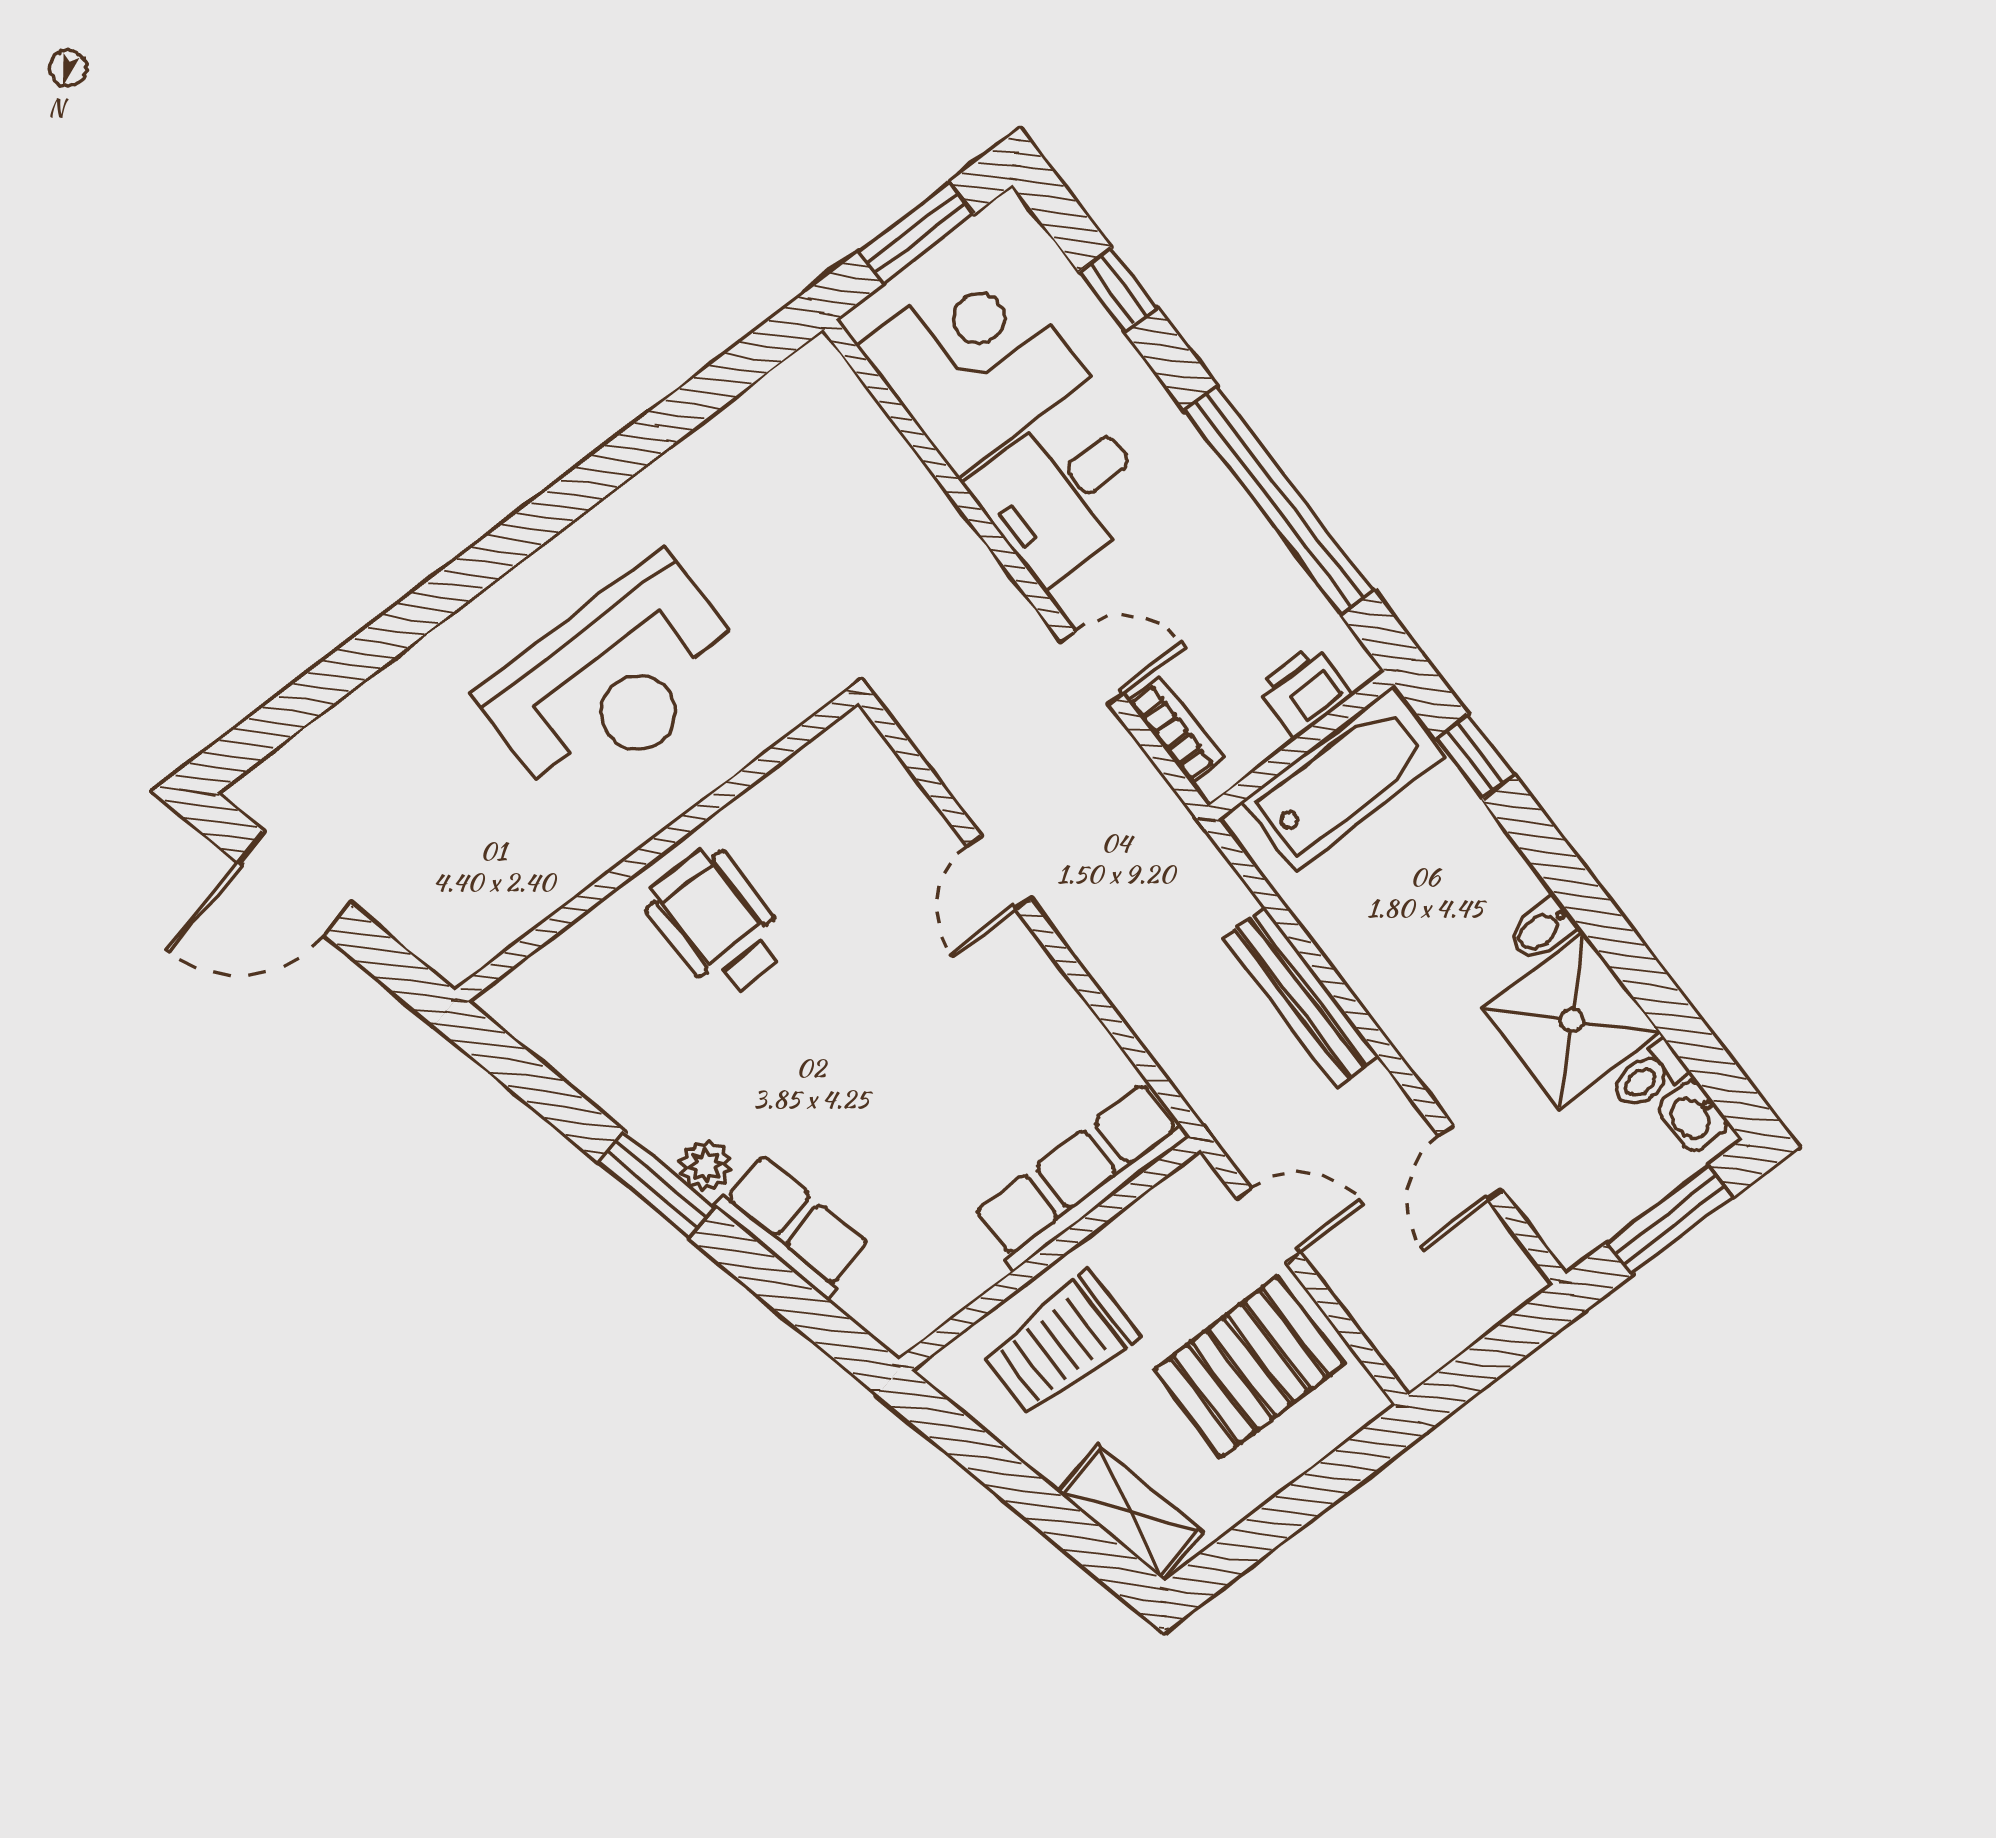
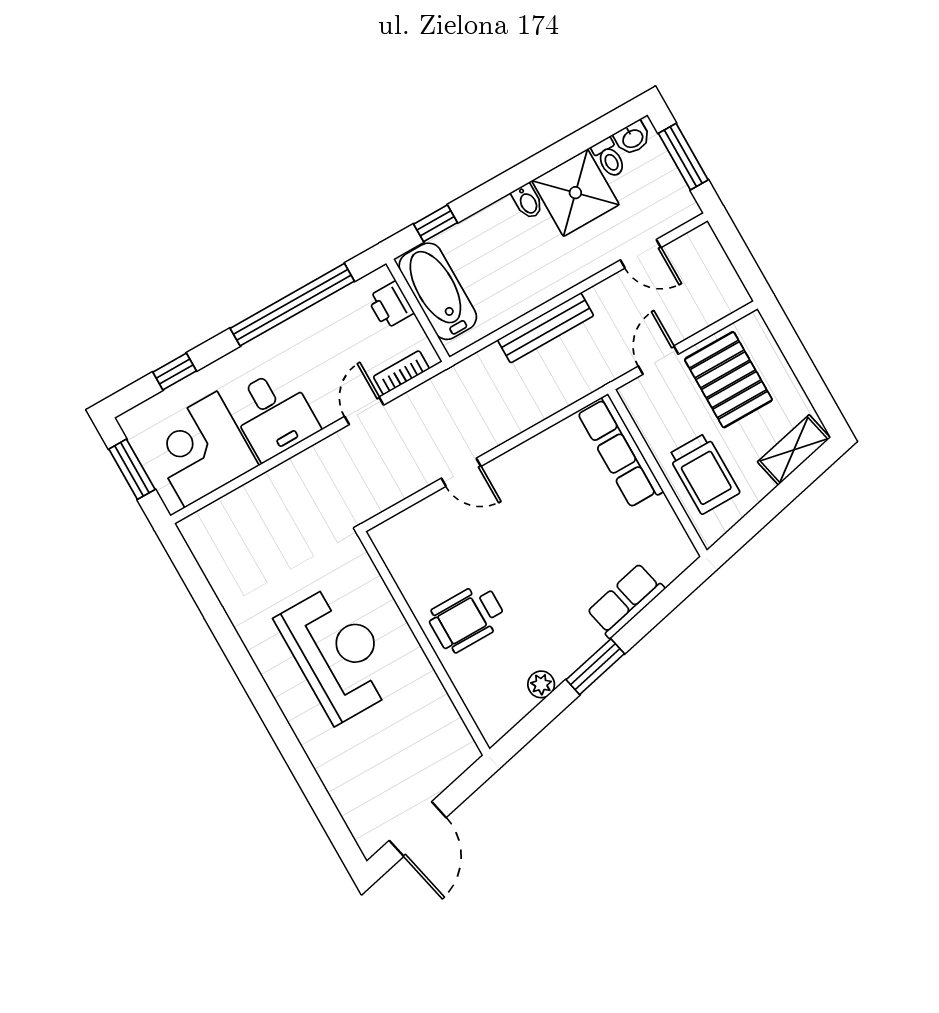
plant: (706, 1166) -> (541, 684), moved

